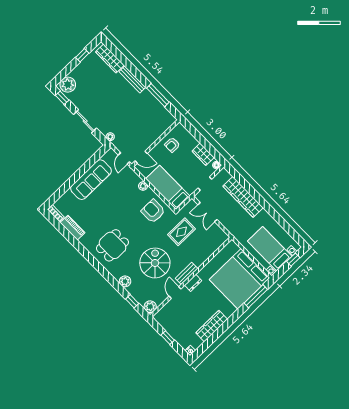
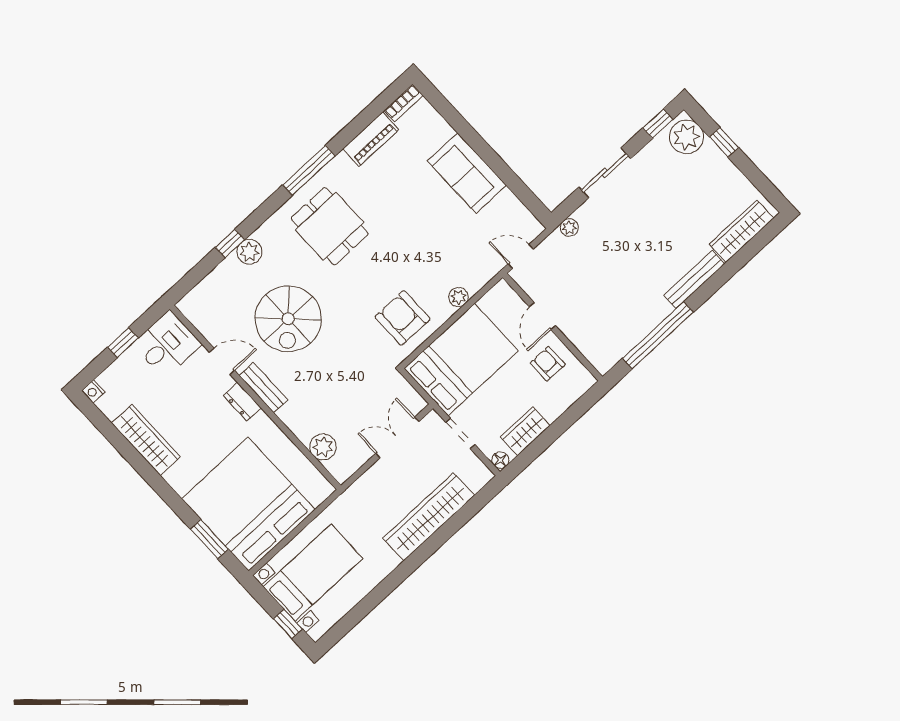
window: (82, 55) -> (724, 142), moved
window: (158, 95) -> (658, 335), width x1.46
door: (141, 157) -> (542, 316), moved
sofa: (91, 180) -> (467, 173), width x0.73
bed: (168, 187) -> (461, 360), width x1.50
armchair: (153, 211) -> (403, 318), turned -90
rug: (182, 232) -> (356, 379), removed
window: (87, 255) -> (309, 170), added
spiral stairs: (155, 263) -> (288, 319), turned 90
window: (256, 296) -> (209, 539), width x0.69
window: (132, 301) -> (230, 244), moved
plant: (150, 307) -> (323, 447), moved
desk: (168, 318) -> (167, 344), added

